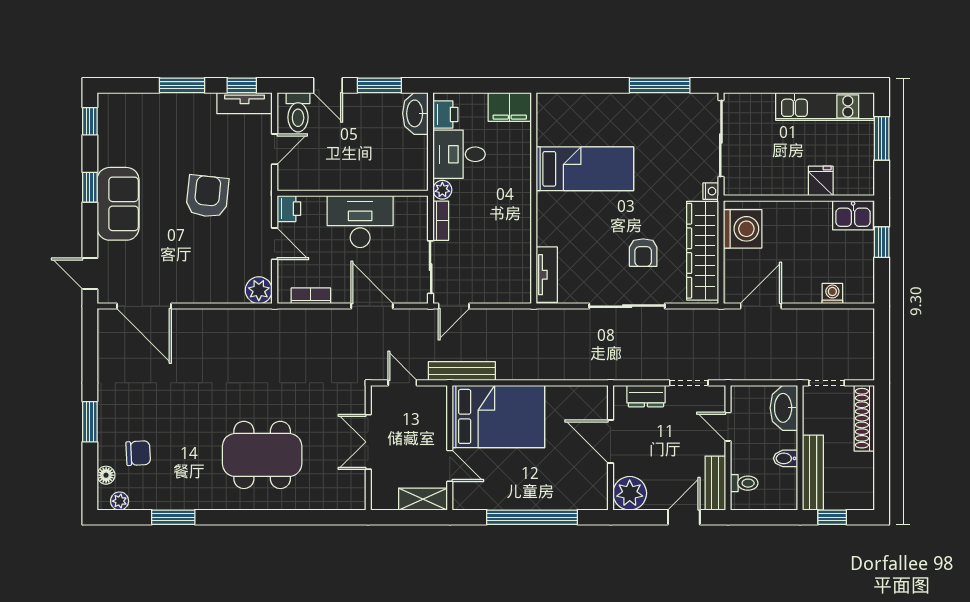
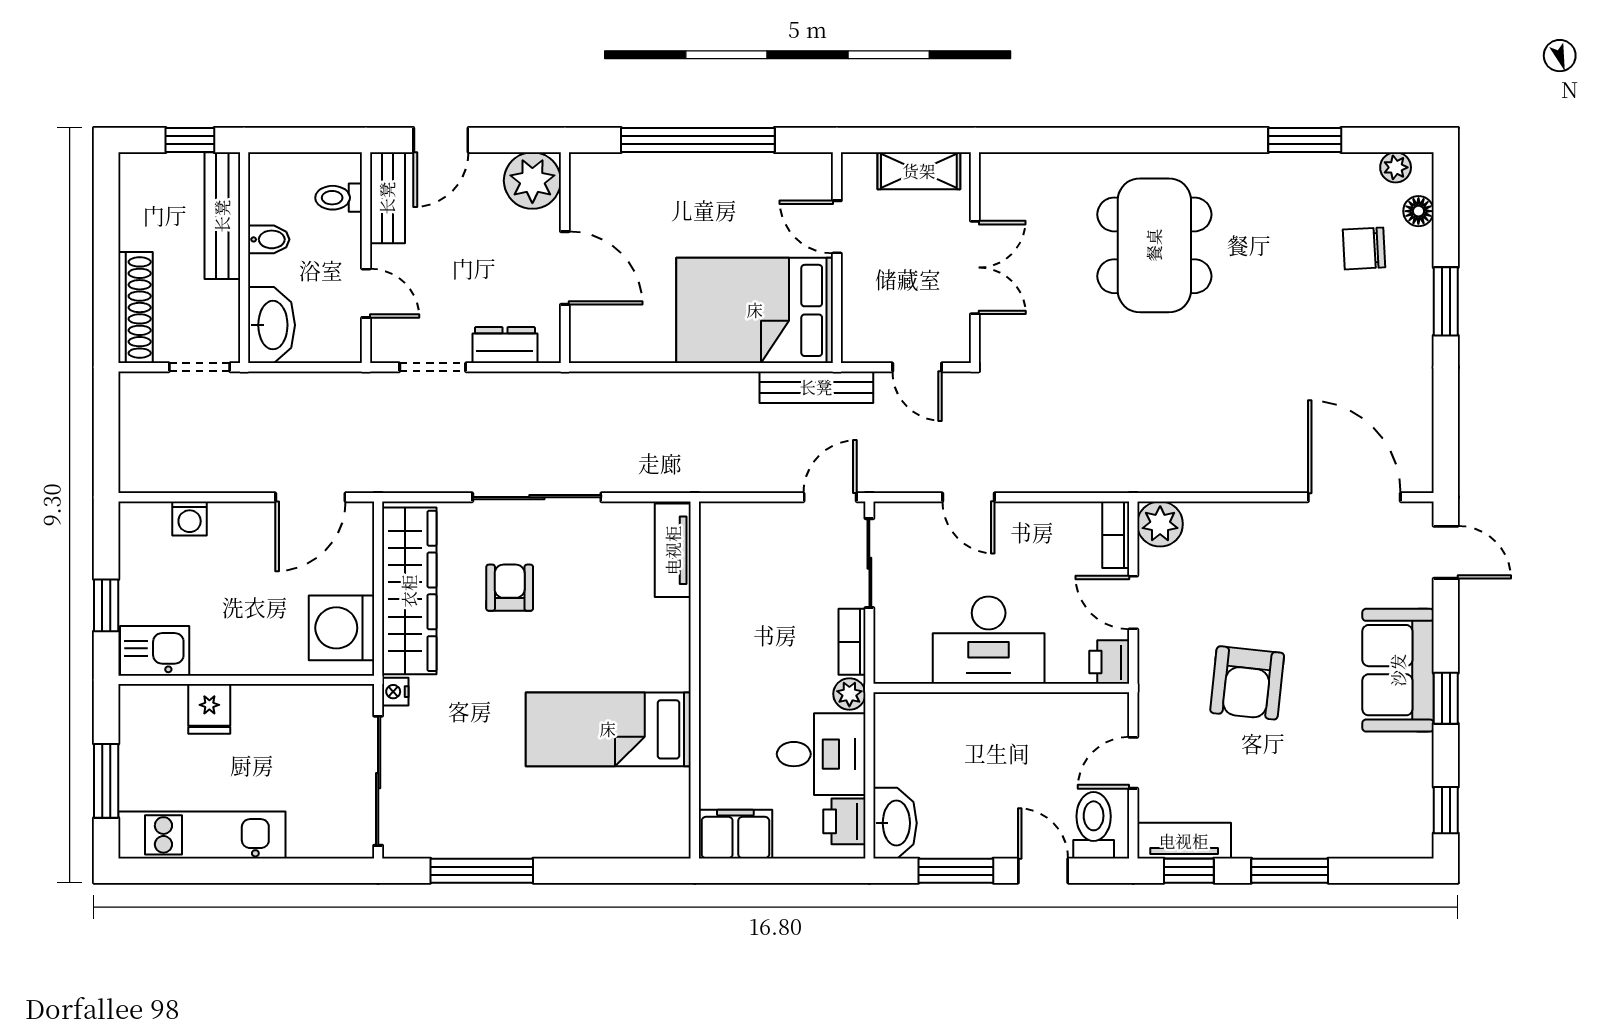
bookcase: (311, 296) -> (1116, 535), moved, turned 90
door: (372, 306) -> (968, 497), width x0.73
dining table: (262, 455) -> (1154, 245), turned 90
shelving: (423, 499) -> (919, 171), moved

